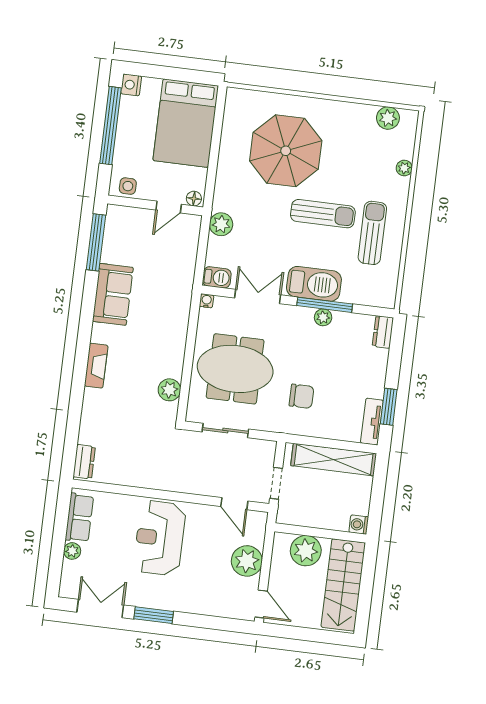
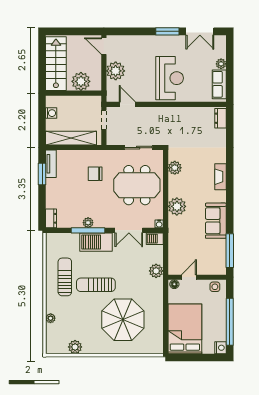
plant: (388, 118) -> (75, 347), moved
sun lounger: (372, 233) -> (65, 277), turned 180
plant: (174, 326) -> (177, 206), added
washing machine: (359, 525) -> (51, 113), moved

